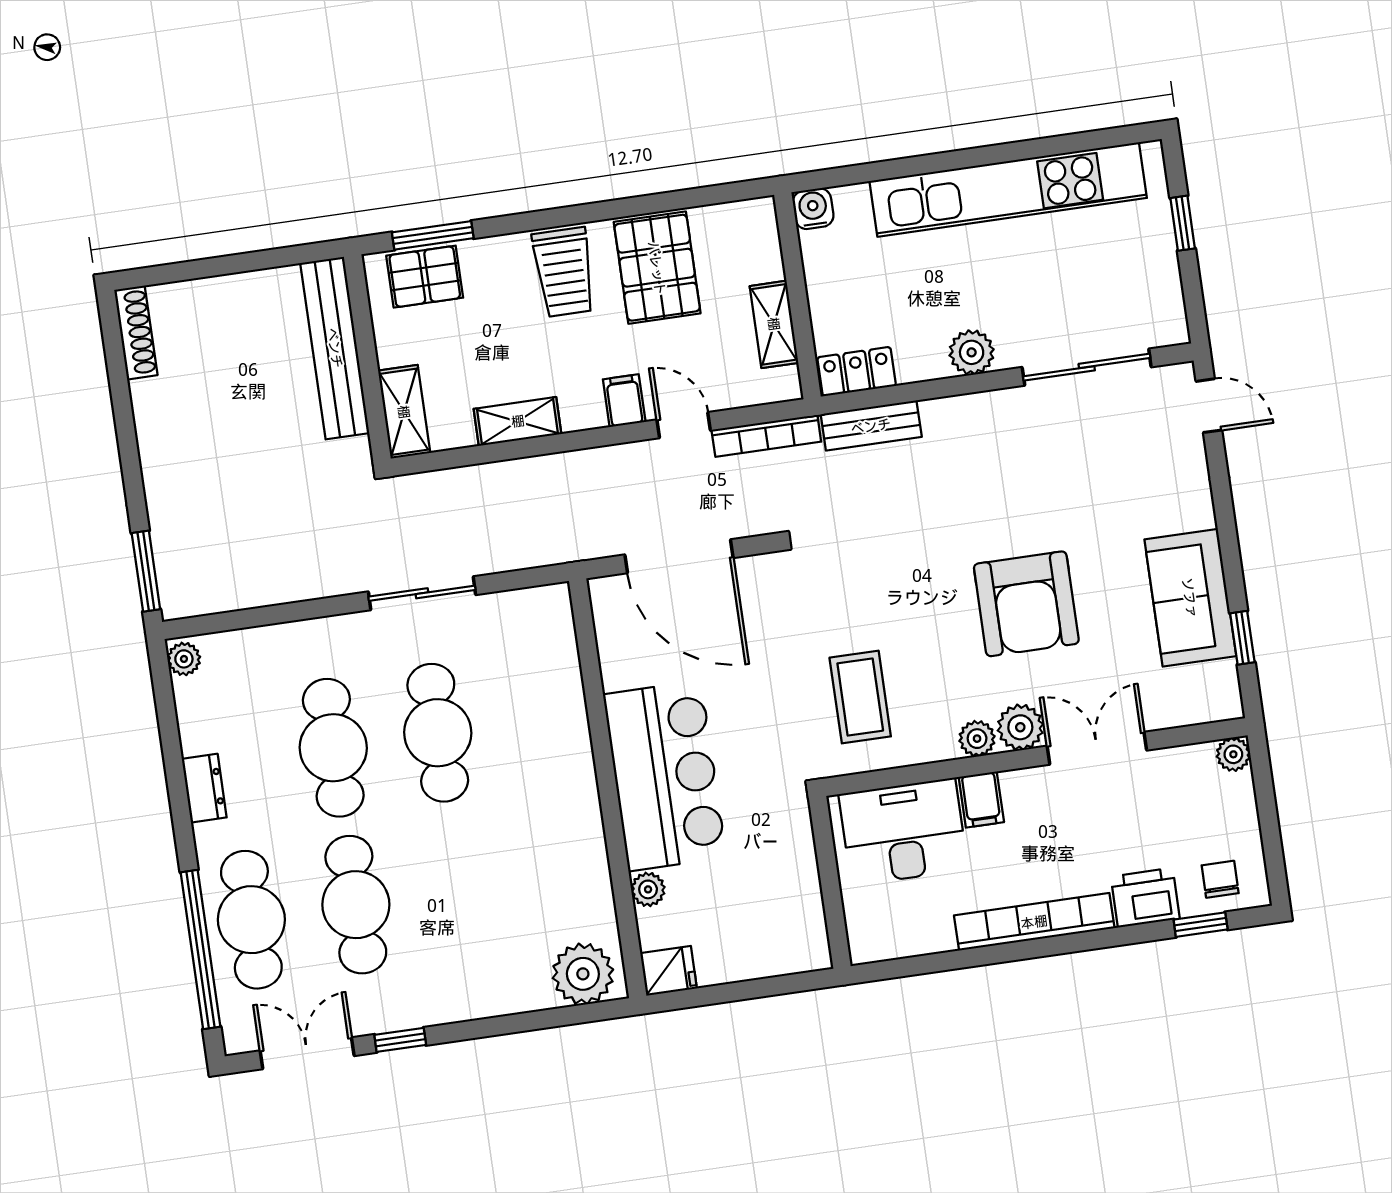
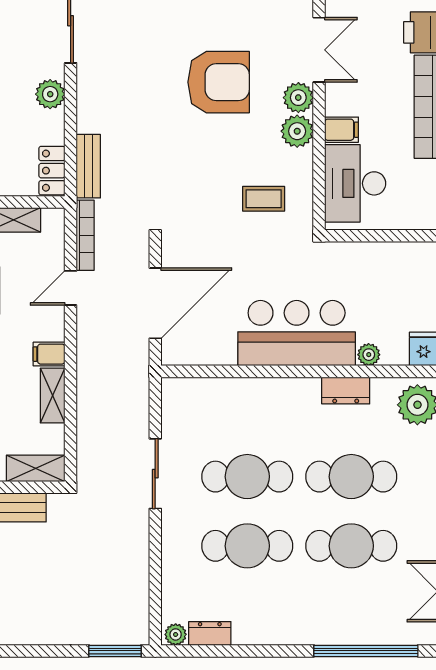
filing cabinet: (624, 401) -> (49, 354), moved
coffee table: (860, 697) -> (264, 199), width x0.73, depth x0.77
plant: (977, 739) -> (297, 131), width x1.38, depth x1.38
double door: (1097, 748) -> (319, 50), swing flipped
dresser: (204, 788) -> (210, 633), moved
dresser: (589, 862) -> (346, 391), added
cafe table: (251, 920) -> (351, 477), moved

